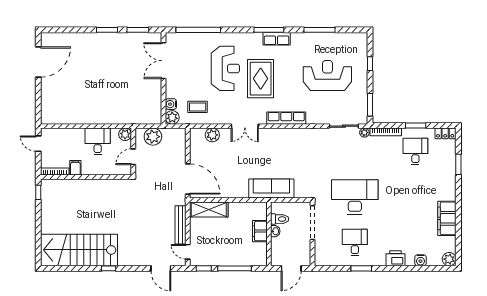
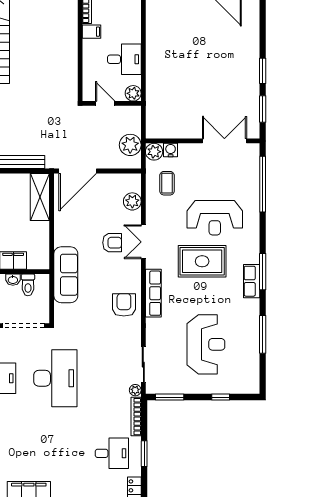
plant: (153, 137) -> (130, 145), moved
armchair: (296, 142) -> (124, 305), added
armchair: (246, 151) -> (112, 243), added

